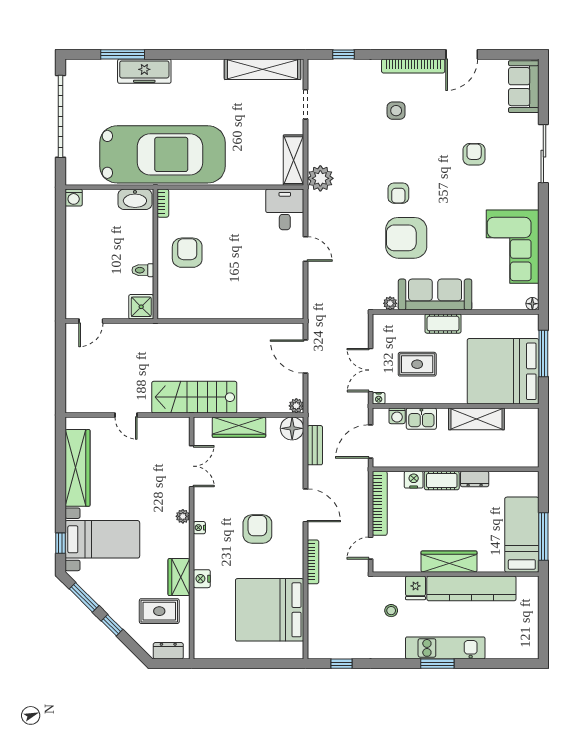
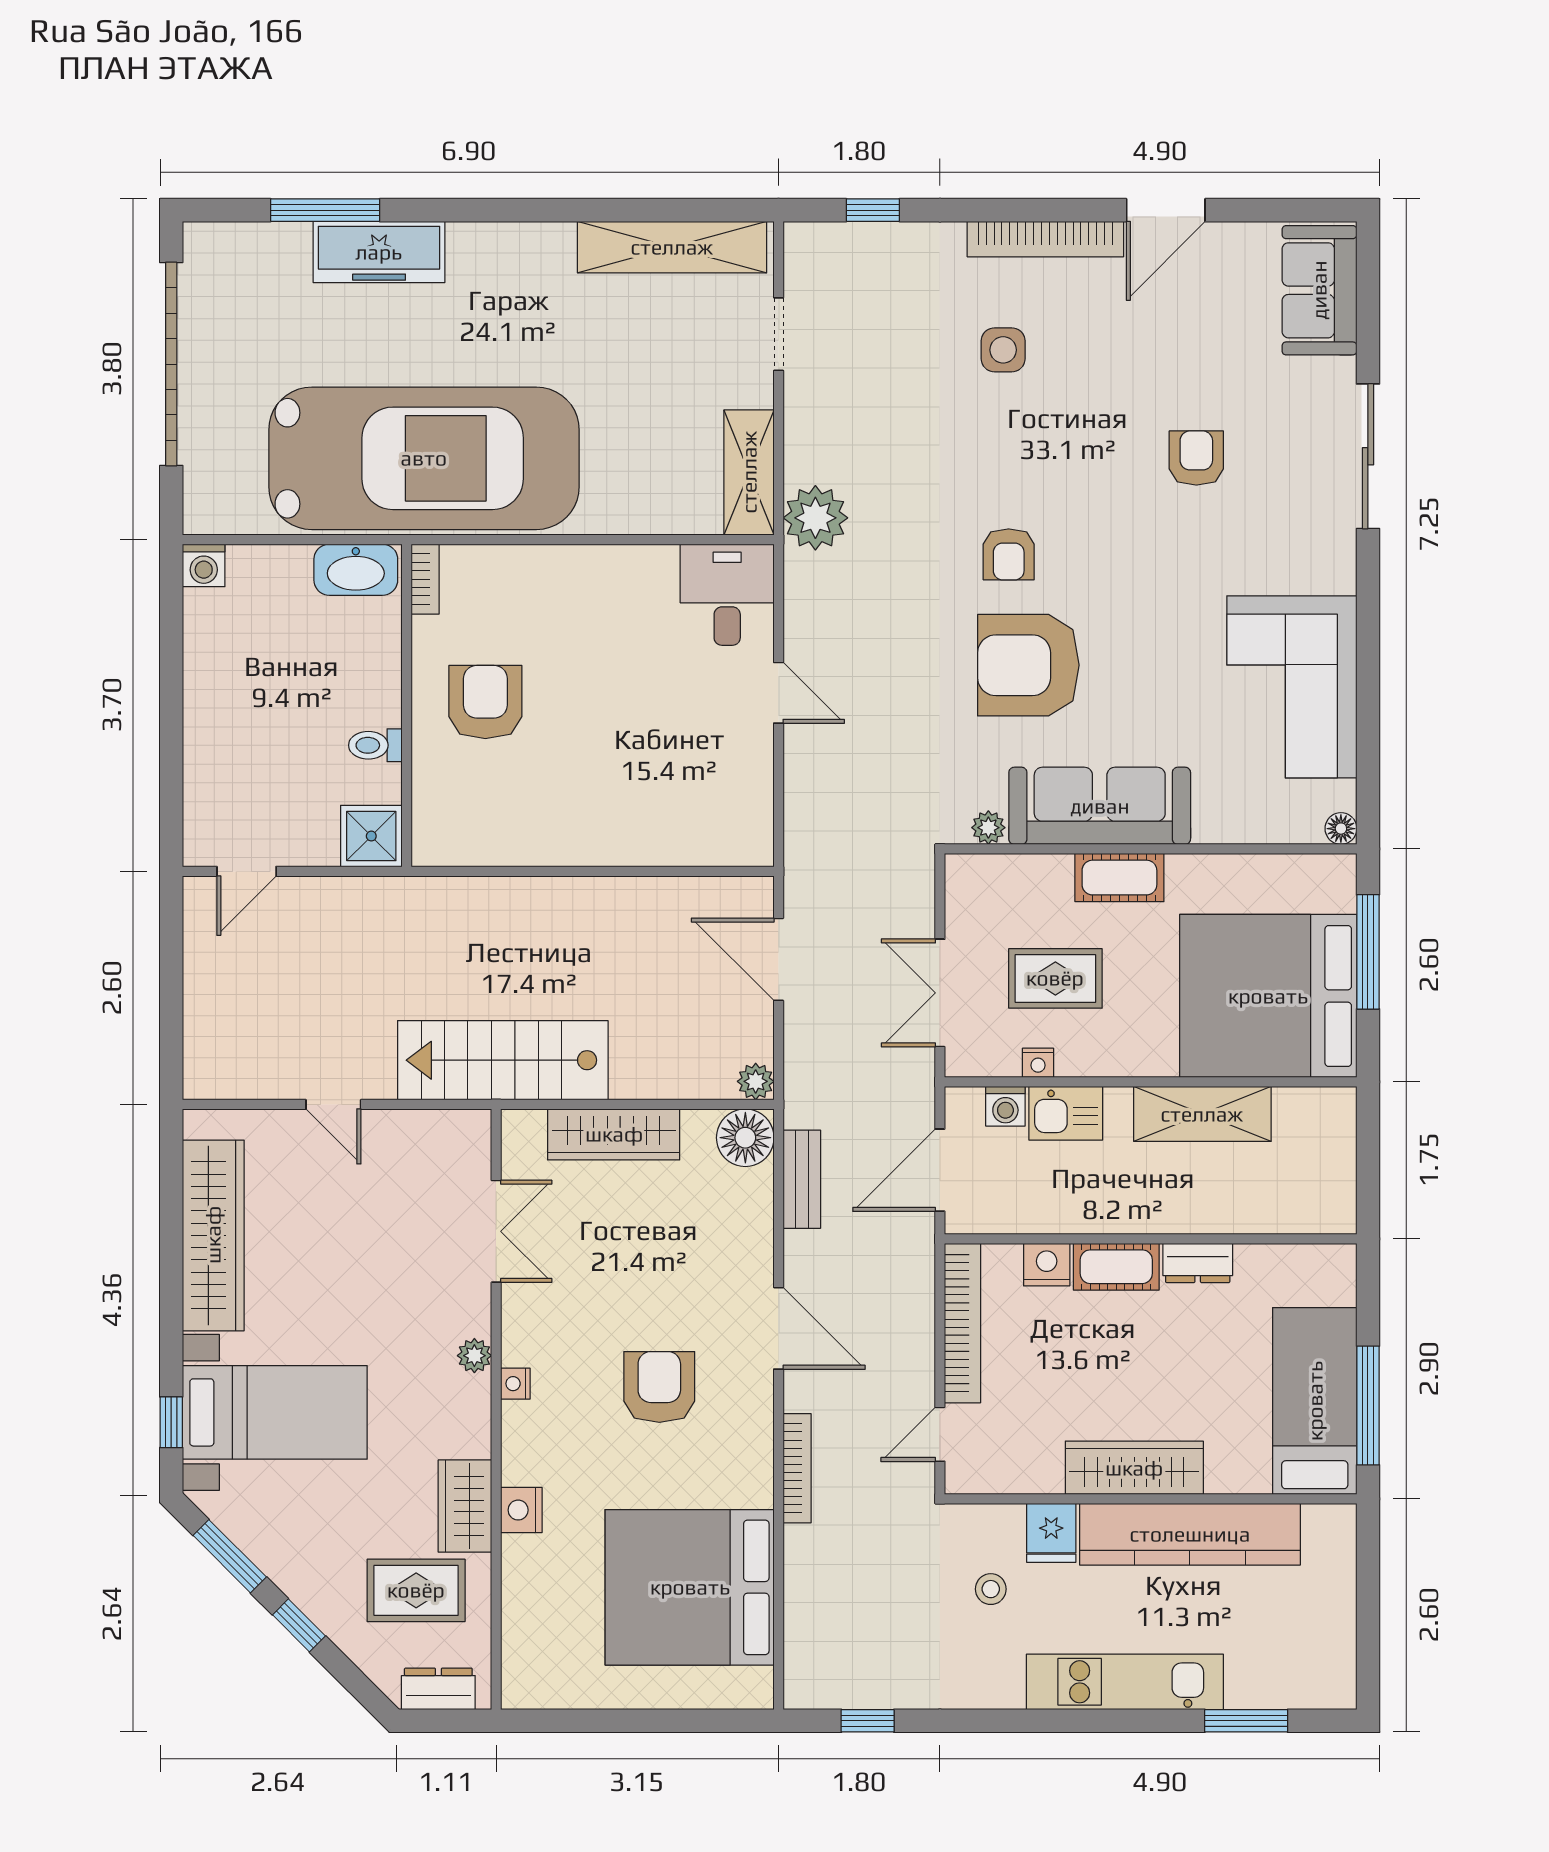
nightstand: (379, 398) -> (1038, 1063), moved
window: (437, 664) -> (1246, 1721), moved

